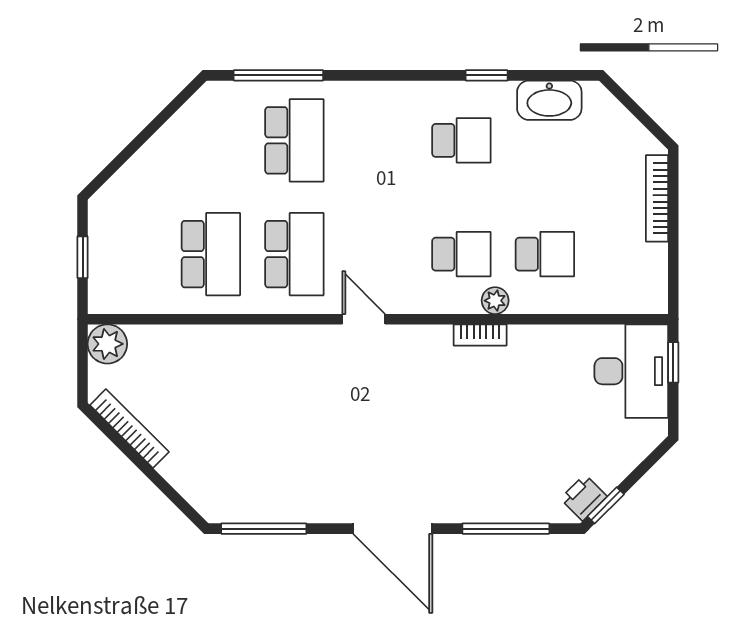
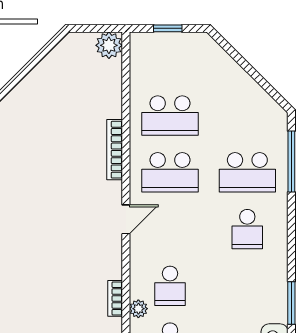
window: (487, 75) -> (291, 303), width x1.50
school desk: (461, 140) -> (247, 229), moved
bookcase: (129, 429) -> (115, 150), moved, turned 135

